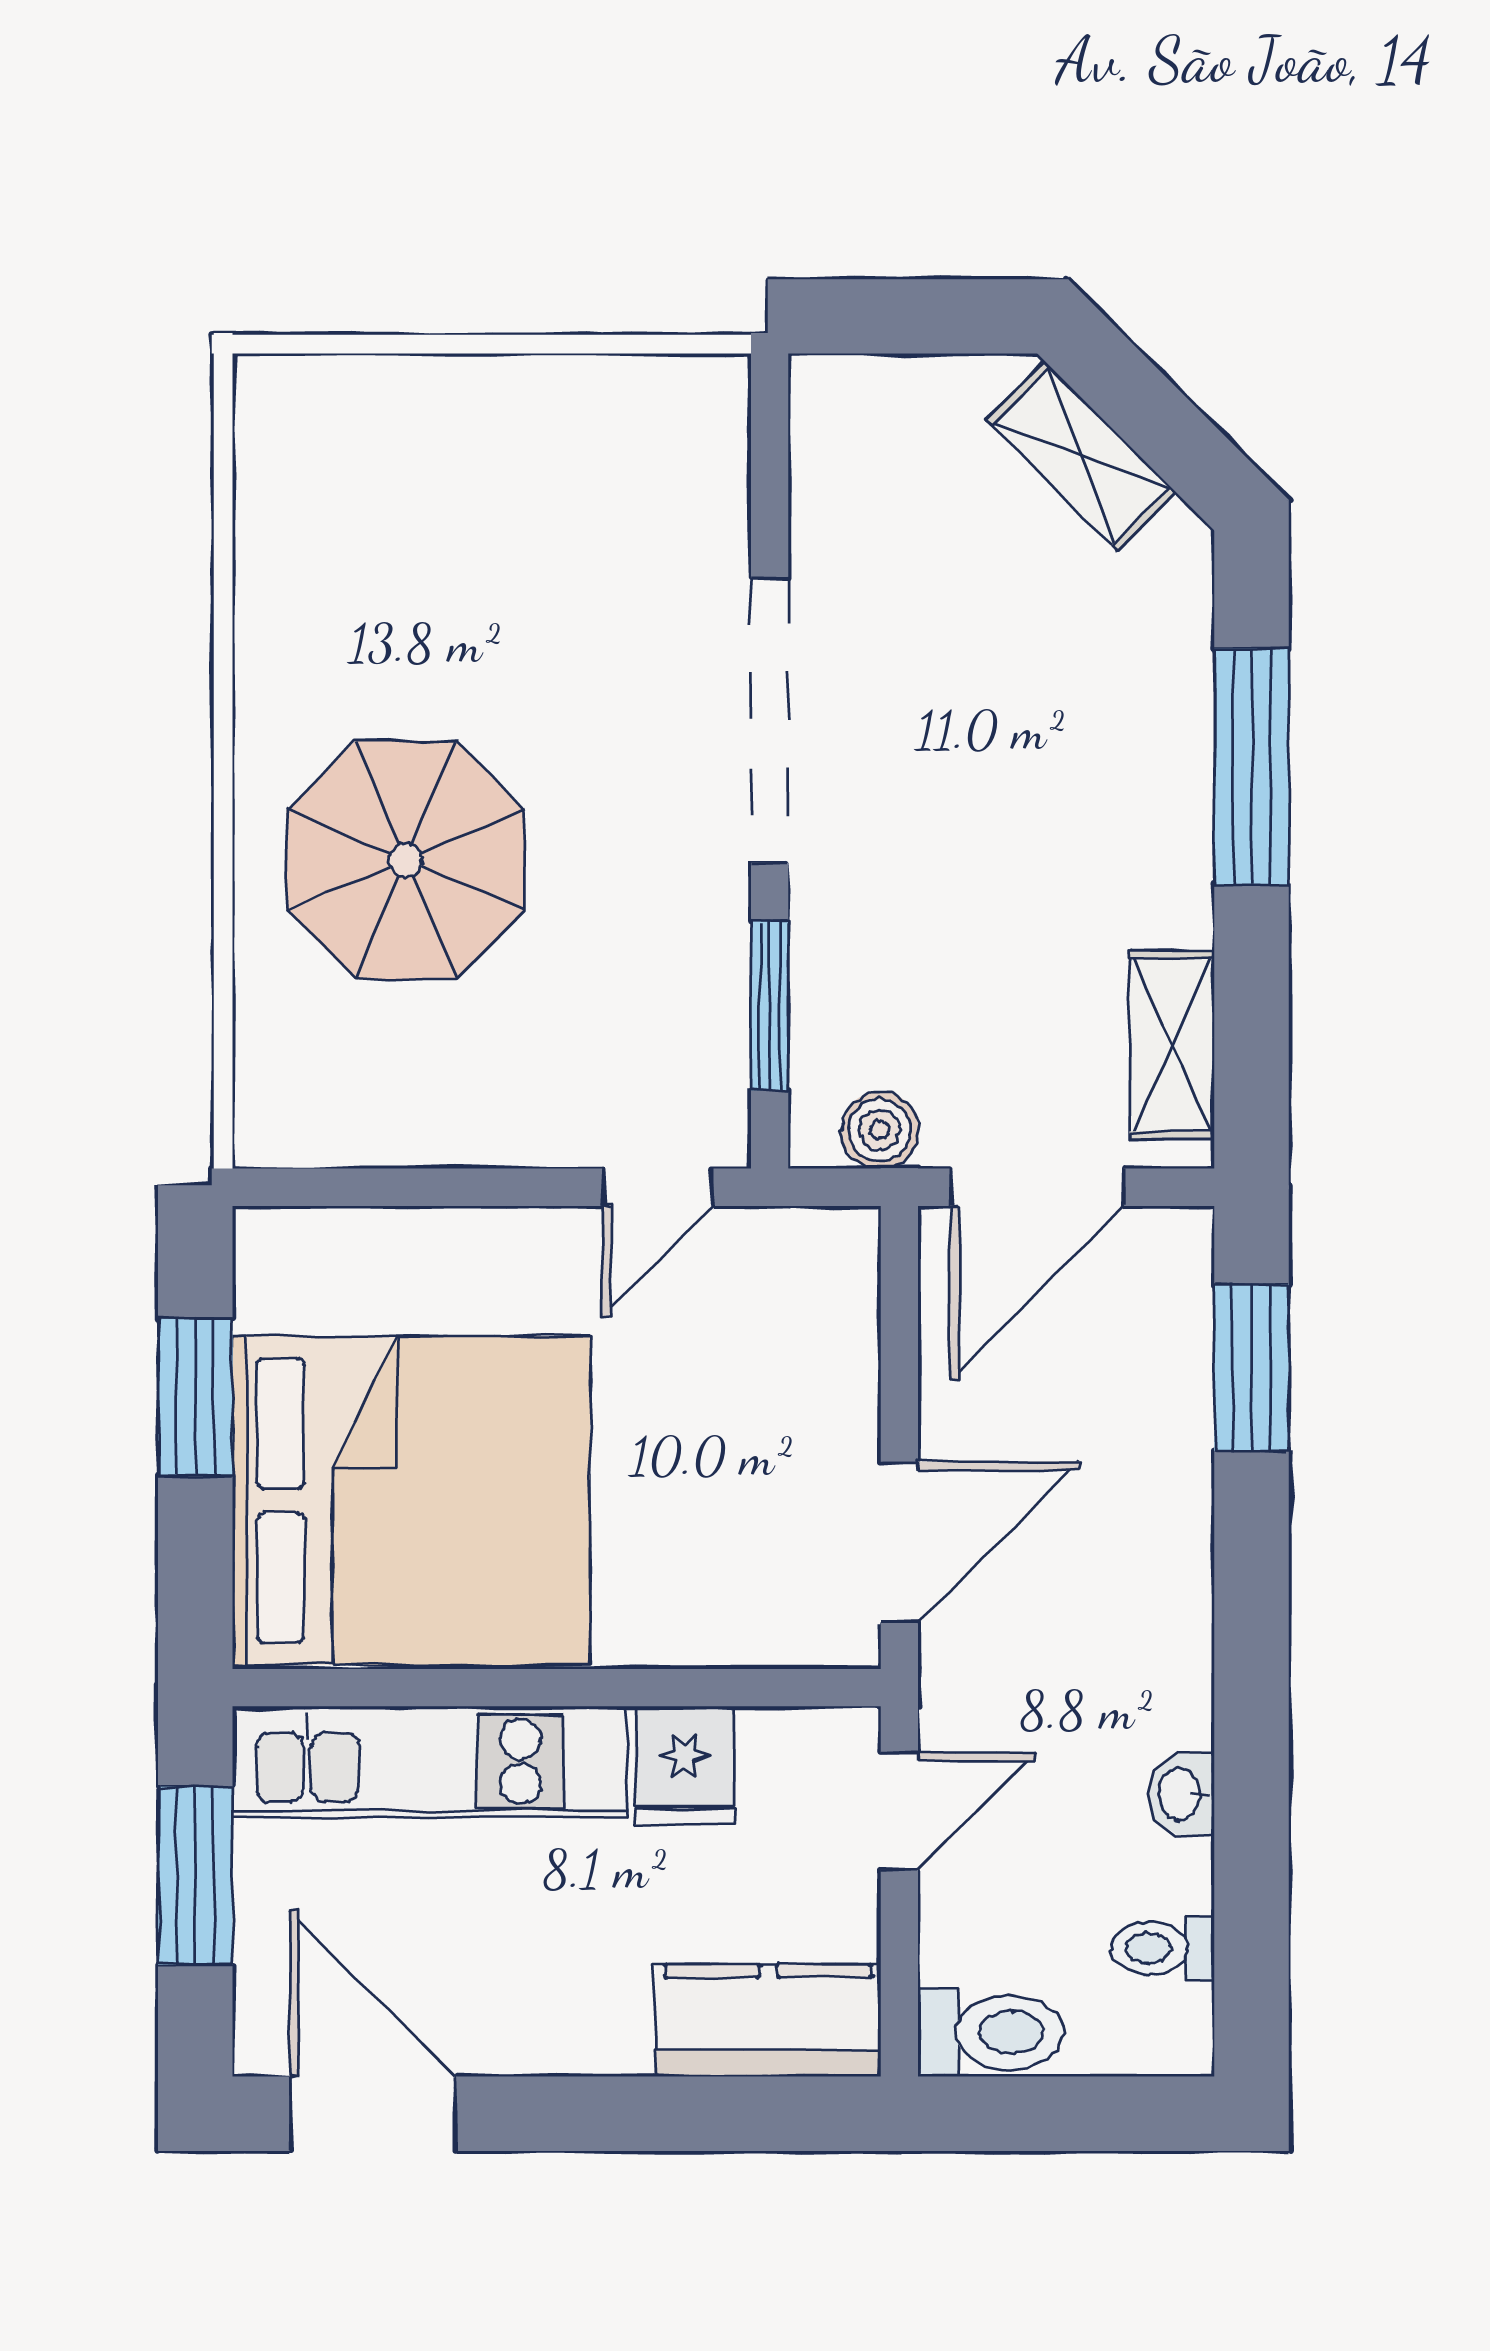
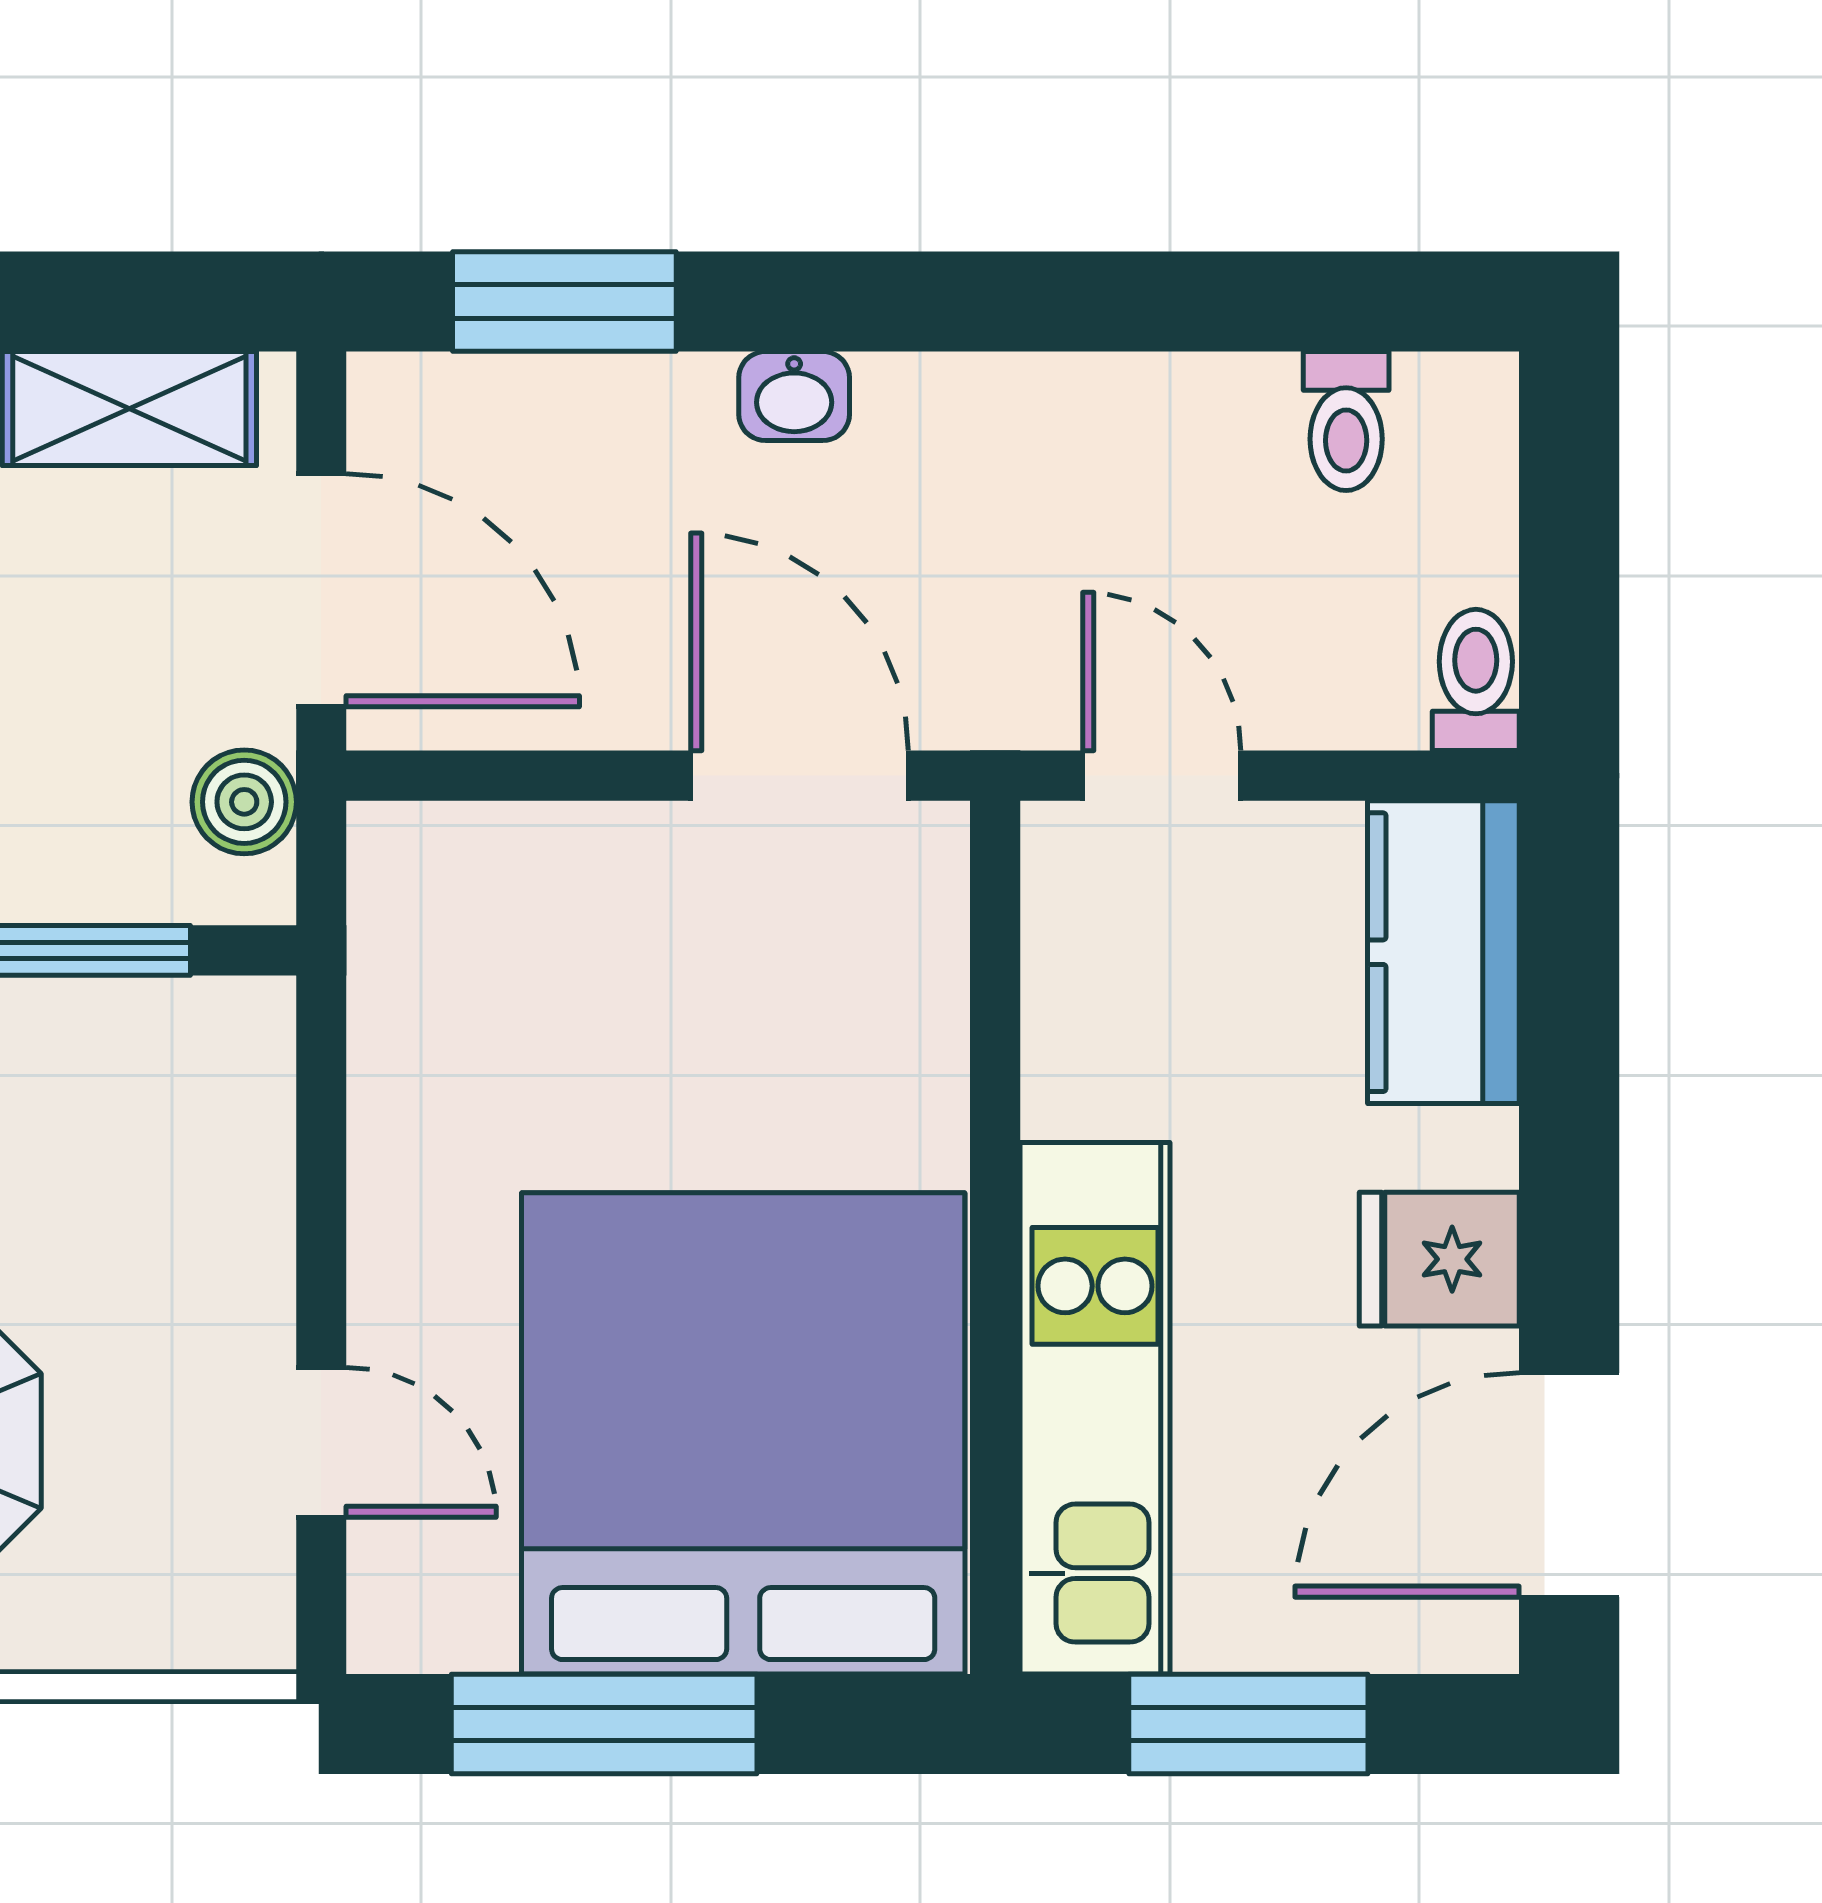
door: (658, 1187) -> (321, 1442), moved
window: (195, 1397) -> (604, 1724), width x1.44
fridge: (684, 1765) -> (1439, 1259), moved, turned 180
washbasin: (1181, 1794) -> (794, 396), moved
toilet: (991, 2032) -> (1476, 680), width x0.73, depth x0.72

